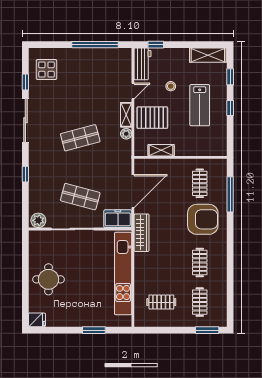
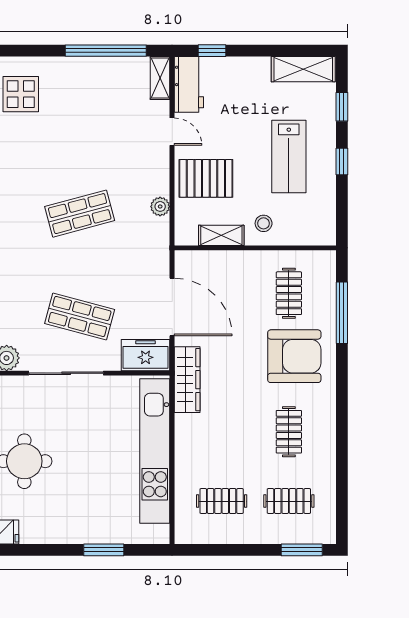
stool: (171, 86) -> (264, 223), moved
door: (133, 91) -> (172, 132), hinge flipped
shelving: (126, 115) -> (160, 78), moved
door: (133, 191) -> (172, 307), hinge flipped
clothes rail: (200, 302) -> (289, 501), turned 90

